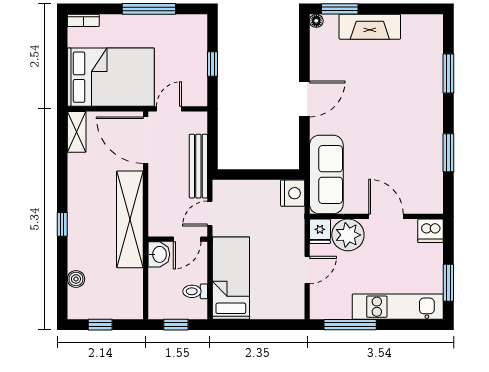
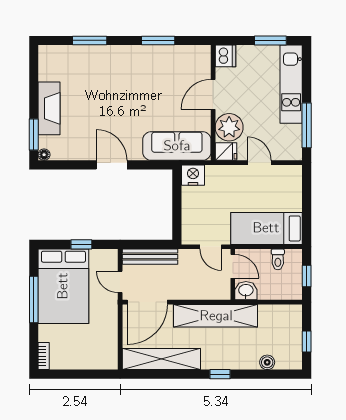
bed: (111, 77) -> (63, 286), moved, turned 180
shelving: (77, 132) -> (161, 359), width x2.20, depth x1.33
bench: (198, 166) -> (150, 257), moved

